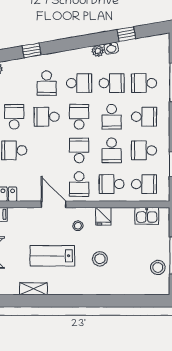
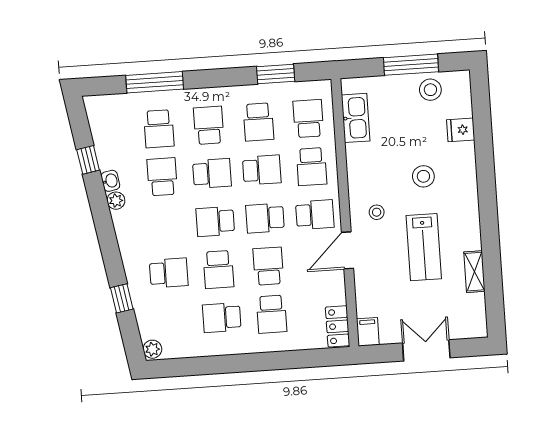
school desk: (79, 83) -> (268, 266), moved
fridge: (103, 216) -> (461, 130), moved, turned 180
kitchen sink: (147, 216) -> (356, 118), width x1.38

